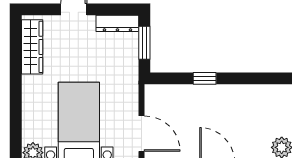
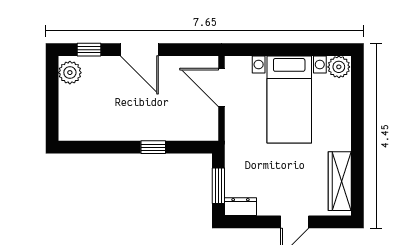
dresser: (117, 23) -> (241, 207), width x0.70

